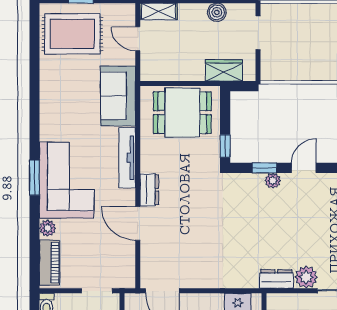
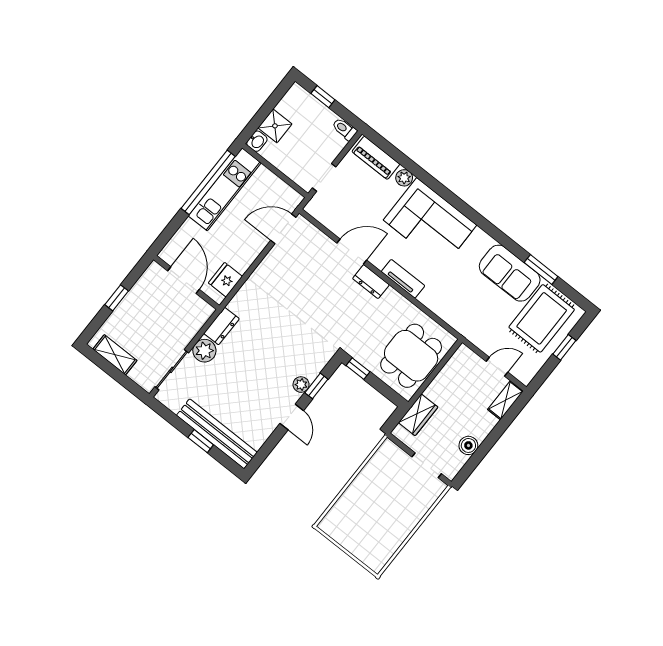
sofa: (118, 96) -> (510, 273), moved, turned 180
tv unit: (127, 158) -> (403, 279), width x0.71
window: (34, 178) -> (541, 269), moved

